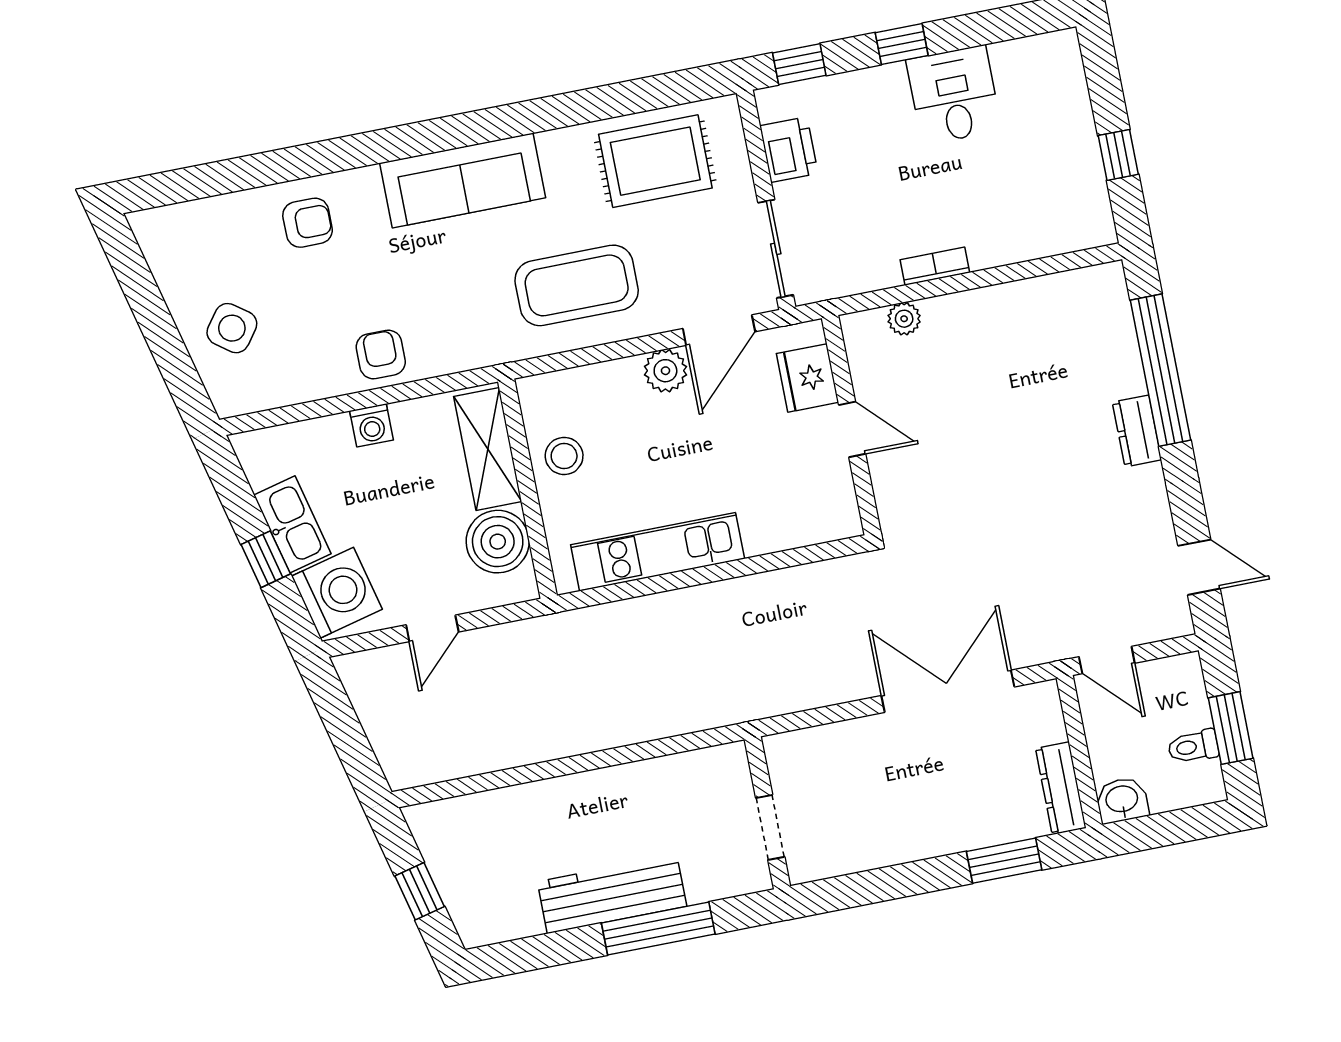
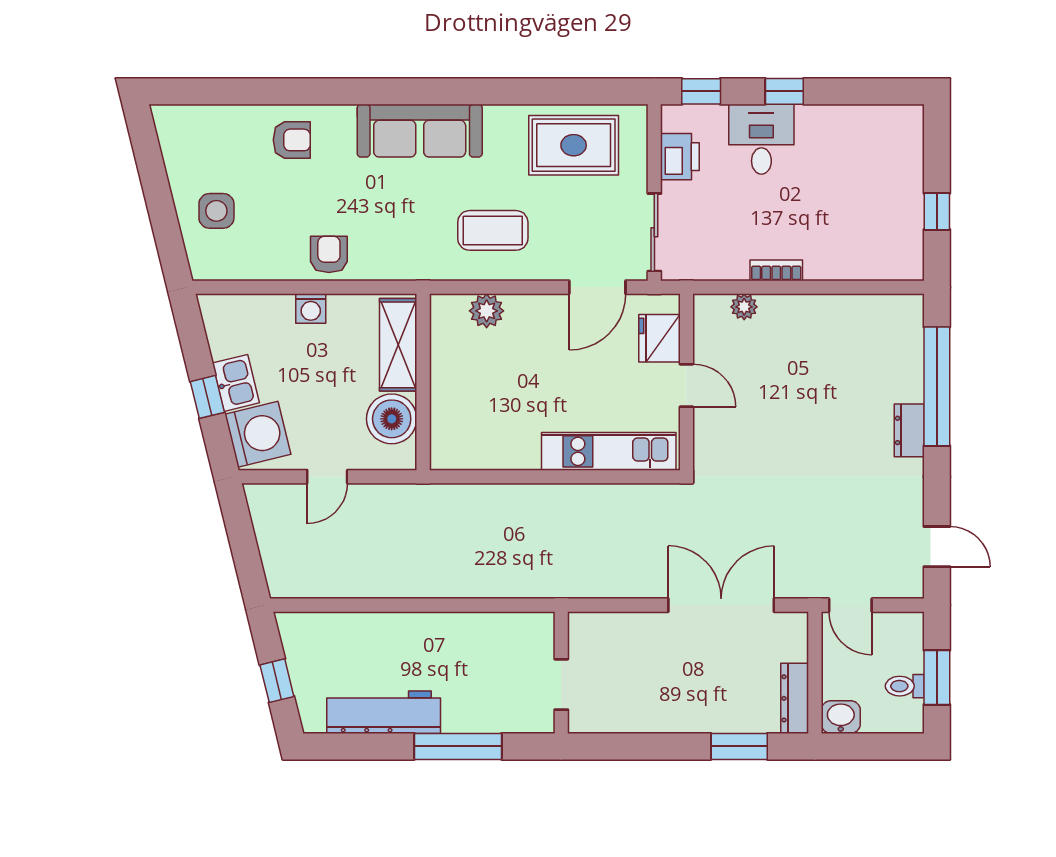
desk: (954, 95) -> (761, 139), moved
coffee table: (577, 285) -> (493, 230), width x0.73, depth x0.76
side table: (232, 328) -> (216, 211), turned -36
plant: (665, 371) -> (487, 311), moved
stool: (564, 456) -> (457, 362), removed
kitchen sink: (292, 524) -> (236, 383), width x0.73
kitchen unit: (658, 552) -> (609, 451), moved
workbench: (612, 894) -> (384, 712), moved

